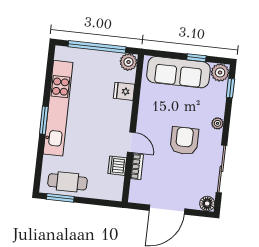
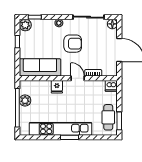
plant: (129, 62) -> (25, 101), moved
sofa: (178, 72) -> (40, 67), moved, turned -90
fridge: (124, 91) -> (57, 87), moved
armchair: (184, 141) -> (73, 44), turned 180
door: (131, 142) -> (78, 78), hinge flipped
dishwasher: (117, 166) -> (111, 86), moved

